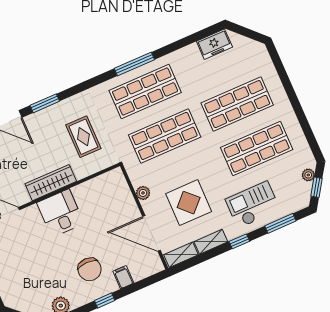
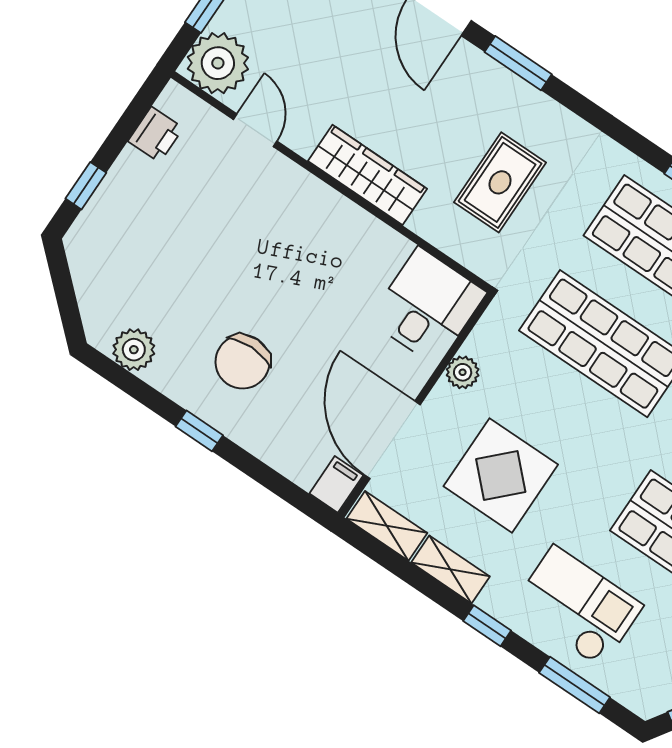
desk: (60, 213) -> (427, 306), moved
filing cabinet: (123, 277) -> (336, 484), moved

